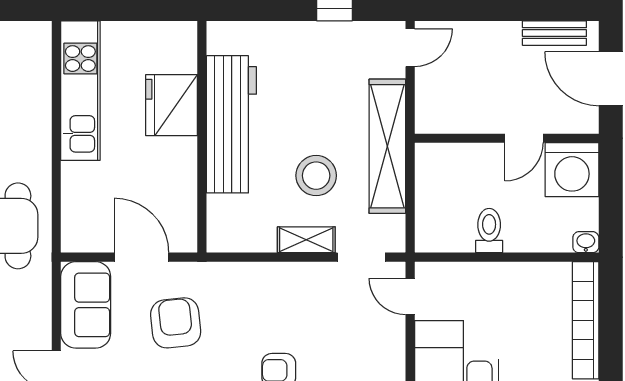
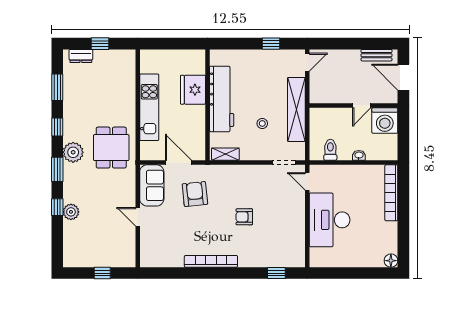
kitchen unit: (80, 91) -> (149, 107), moved
stool: (316, 176) -> (262, 123), width x0.53, depth x0.53
toilet: (489, 231) -> (330, 150), moved
shelving: (306, 240) -> (225, 154), moved
washbasin: (586, 242) -> (359, 155), moved

